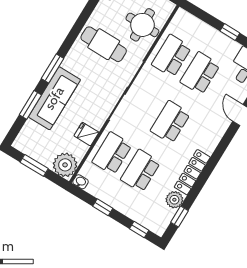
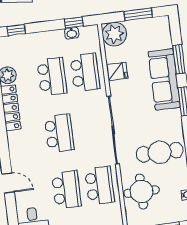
washbasin: (81, 182) -> (72, 33), moved
window: (103, 207) -> (74, 23), moved

